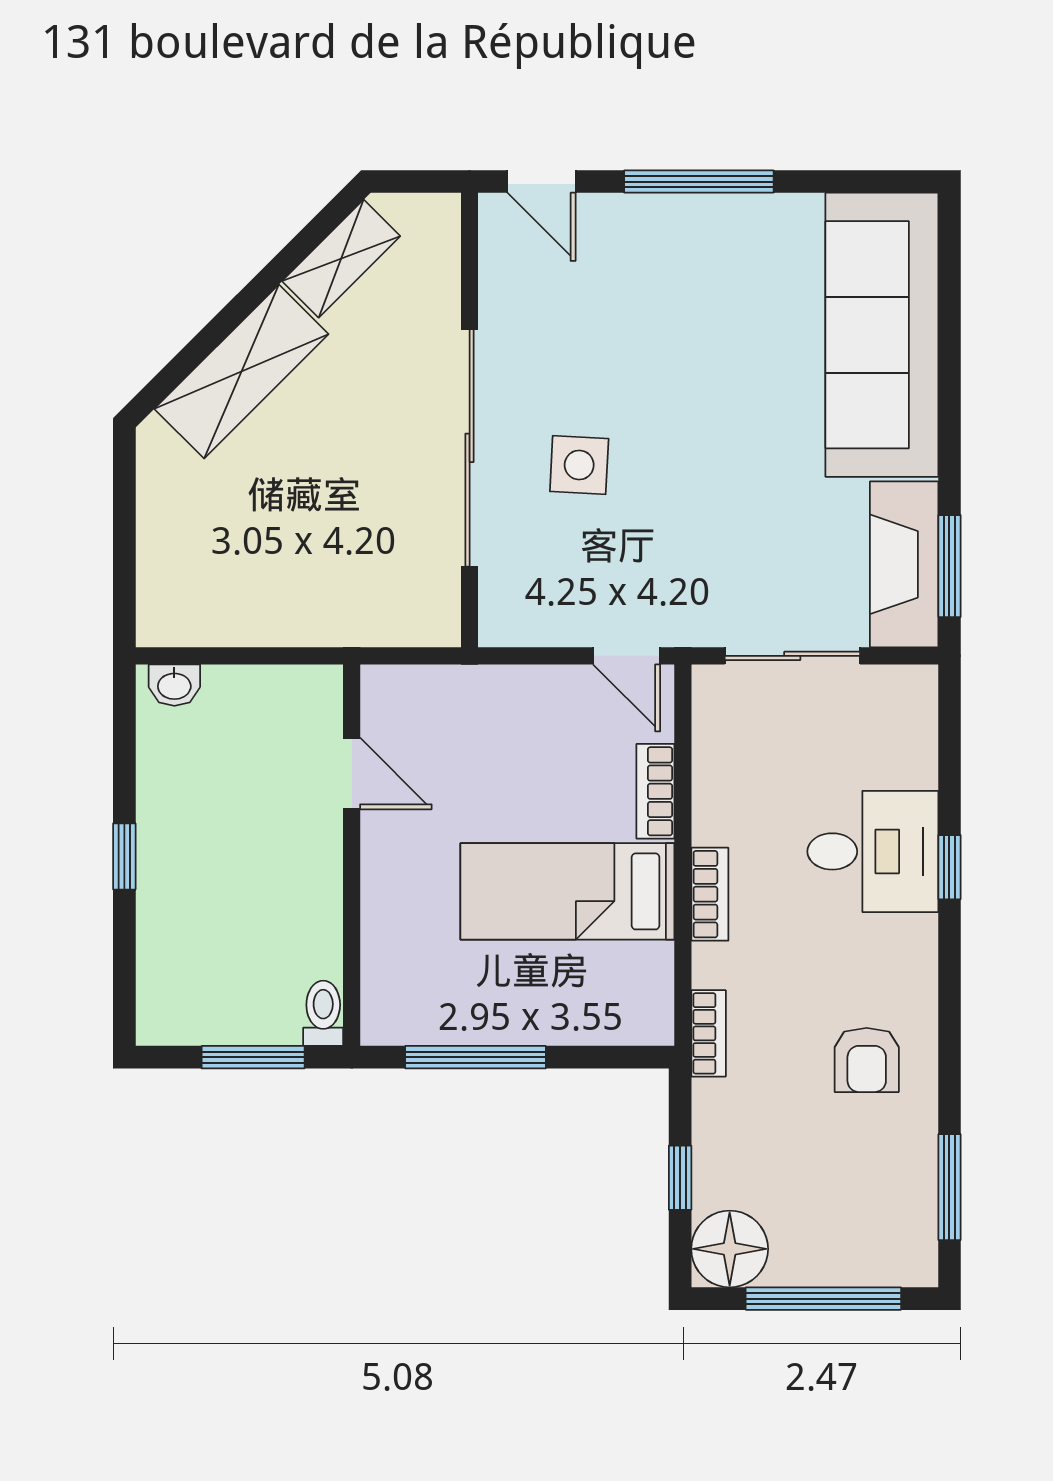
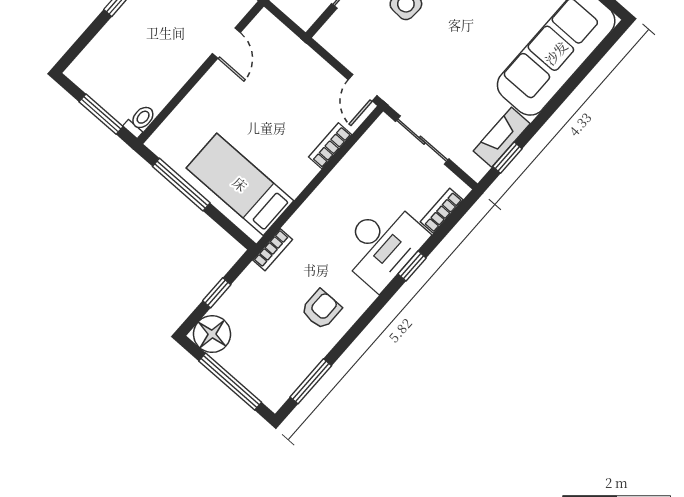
fireplace: (904, 564) -> (502, 137), width x0.73, depth x0.76
window: (949, 566) -> (507, 158), width x0.67
desk: (873, 851) -> (382, 244), width x1.37
bed: (567, 891) -> (240, 184), moved
bookcase: (710, 894) -> (442, 211), moved, turned 180
armchair: (867, 1060) -> (321, 309), turned 180

